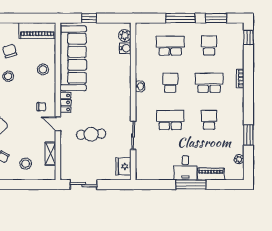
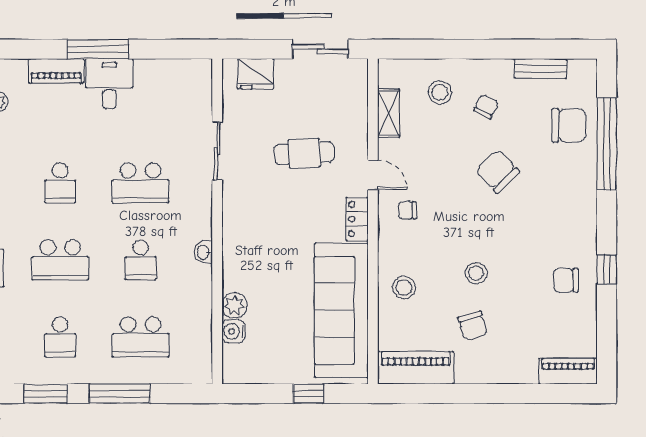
plant: (125, 36) -> (235, 305), moved
fridge: (124, 166) -> (256, 74), moved, turned 90

